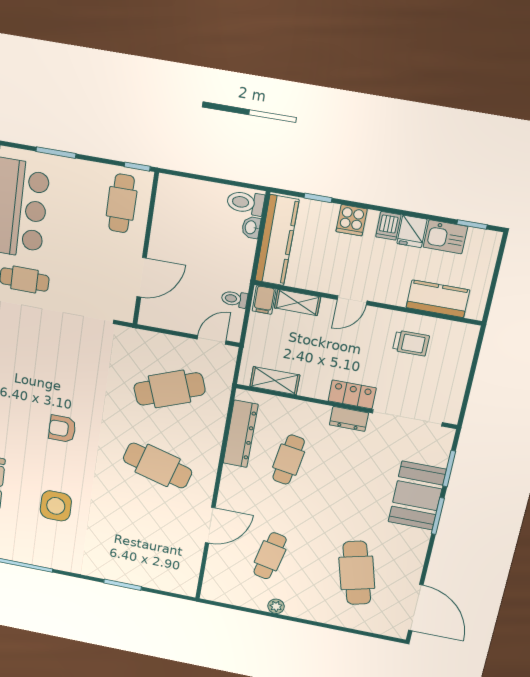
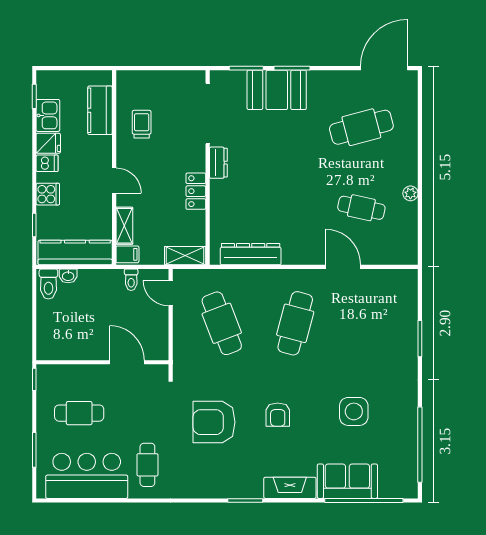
cafe table: (121, 203) -> (79, 413), moved
armchair: (63, 361) -> (214, 422), added
shelving: (275, 381) -> (185, 256), moved, turned 90
locker: (352, 394) -> (196, 191), moved
cafe table: (289, 460) -> (266, 208), removed

